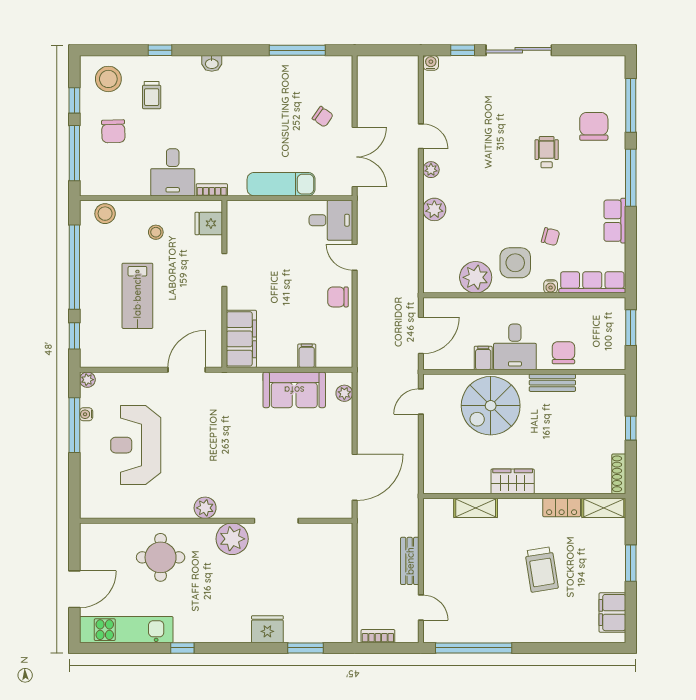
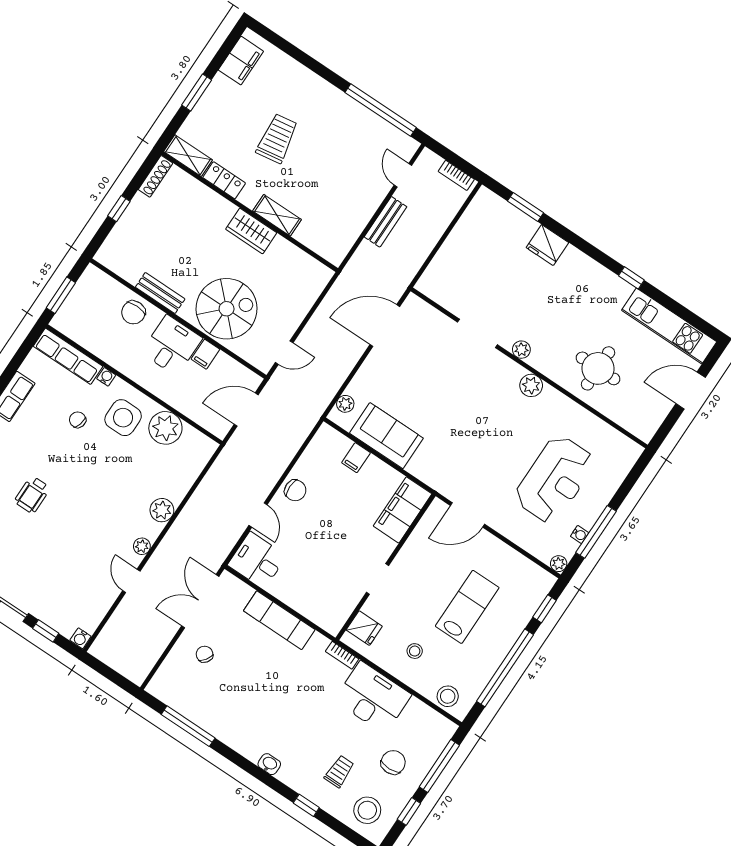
desk: (173, 172) -> (373, 697), width x1.37
shelving: (476, 508) -> (277, 215), moved
plant: (232, 539) -> (521, 350), width x0.53, depth x0.53

